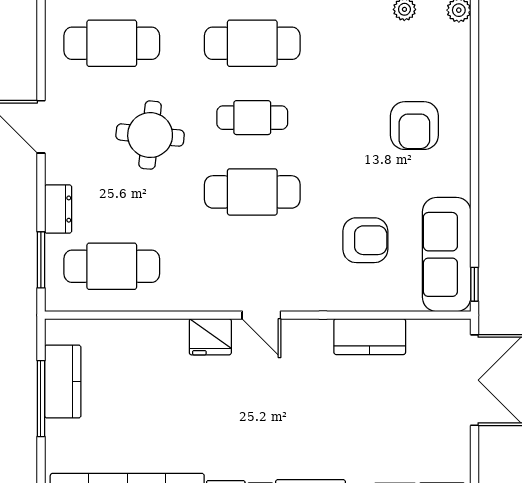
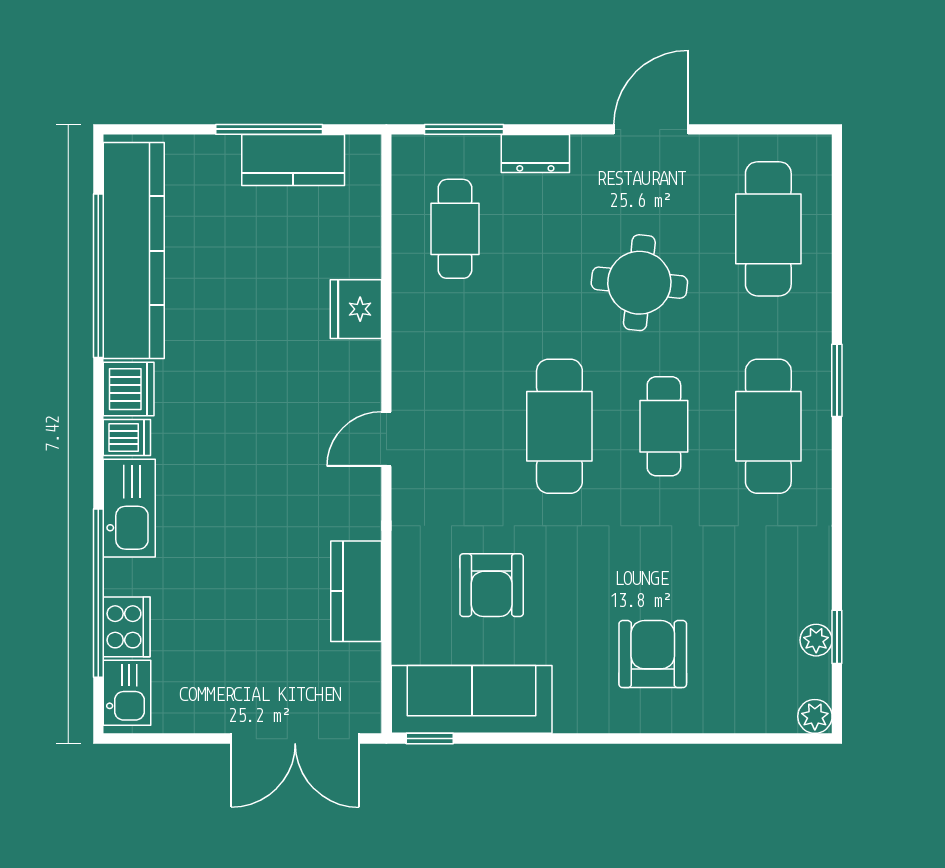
armchair: (414, 126) -> (653, 654), turned 90
cafe table: (112, 266) -> (455, 229), width x0.73, depth x0.74
fridge: (210, 337) -> (356, 309), moved

